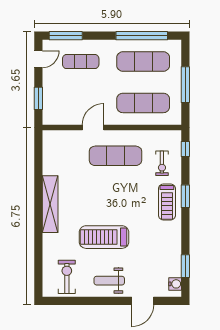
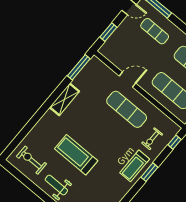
window: (38, 154) -> (79, 67), added
shelving: (50, 204) -> (64, 99), width x0.68
exercise bike: (67, 277) -> (32, 160), turned -90

